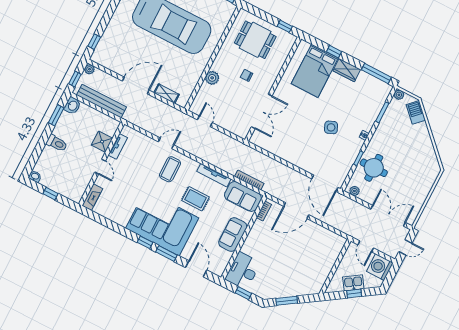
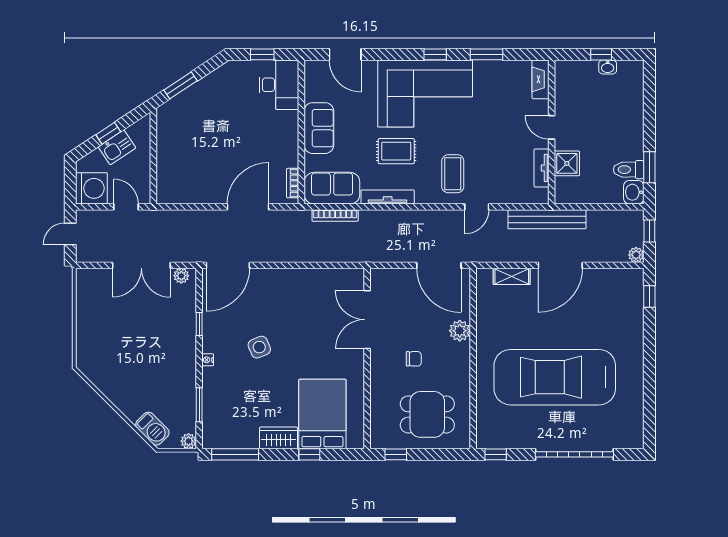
bench: (101, 101) -> (547, 219), moved
door: (205, 121) -> (439, 265), width x1.87
toilet: (57, 143) -> (629, 170), moved
round table: (374, 168) -> (171, 322), removed
washbasin: (35, 176) -> (608, 67), moved
door: (325, 183) -> (228, 265), swing flipped
double door: (388, 216) -> (141, 265), moved
window: (166, 253) -> (486, 54), moved
window: (287, 301) -> (180, 85), moved

